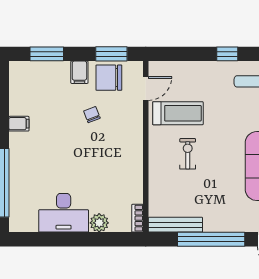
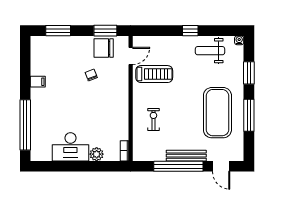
filing cabinet: (79, 72) -> (82, 44), removed
exercise bike: (188, 154) -> (153, 119), moved
bench: (175, 225) -> (186, 156), moved

